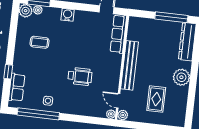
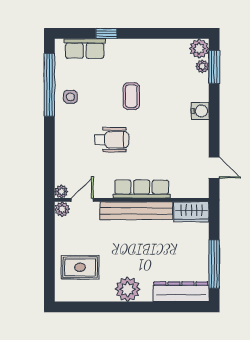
wardrobe: (134, 29) -> (191, 212), added
row of seats: (118, 34) -> (142, 189), moved
coffee table: (39, 42) -> (131, 96), moved
wheelchair: (80, 76) -> (112, 140), turned -90
rug: (156, 99) -> (80, 267), moved

